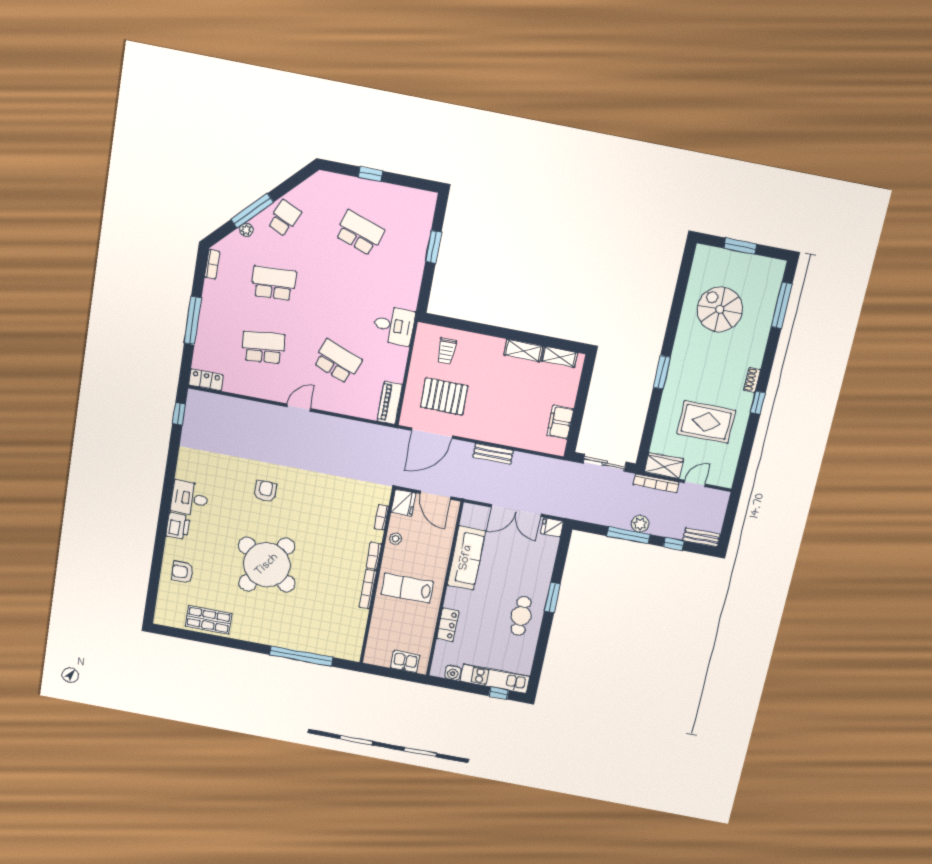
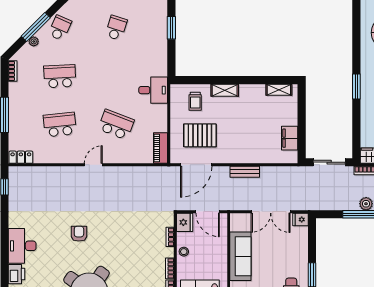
school desk: (360, 233) -> (116, 28), width x0.54
shelving: (523, 351) -> (225, 90), moved
desk: (190, 498) -> (22, 246), width x1.37

